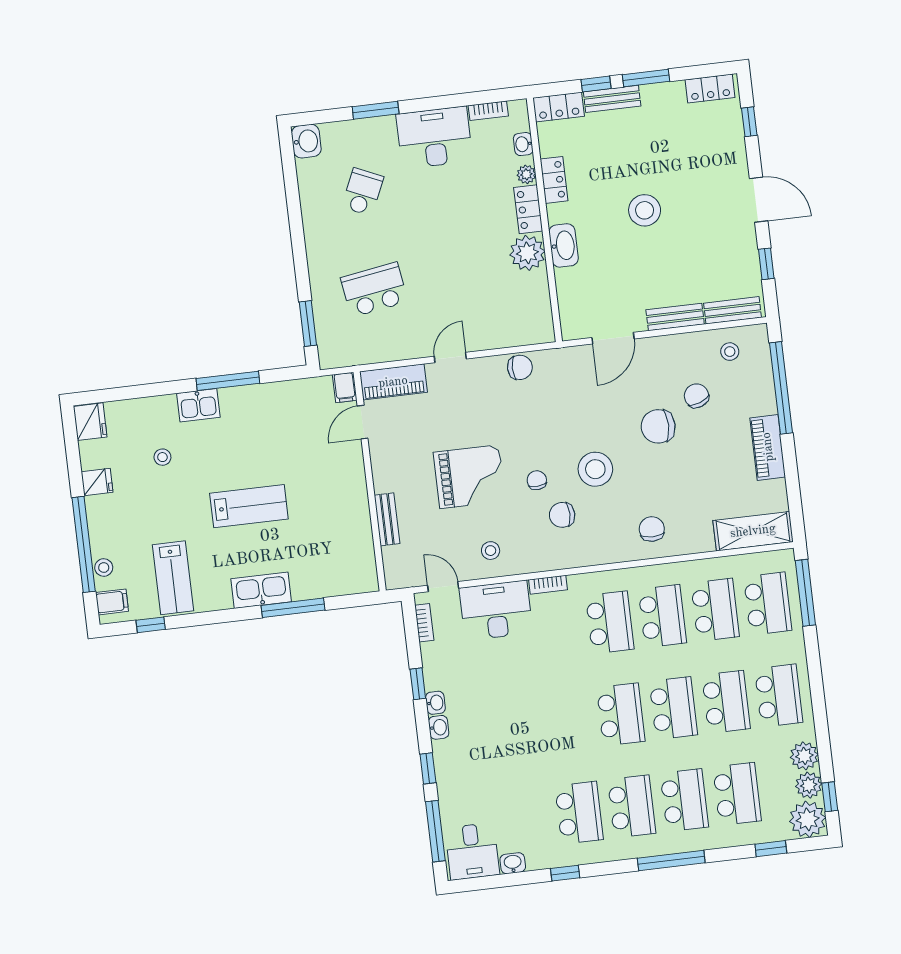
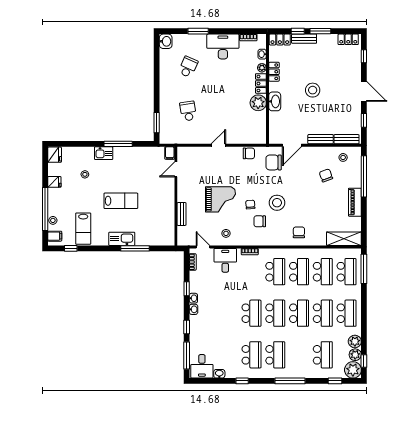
school desk: (374, 290) -> (188, 111), width x0.54
piano: (393, 382) -> (192, 153), removed
chair: (658, 426) -> (274, 162), moved
desk: (496, 610) -> (225, 260), width x0.73
school desk: (684, 800) -> (251, 313), moved

